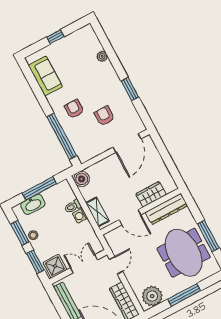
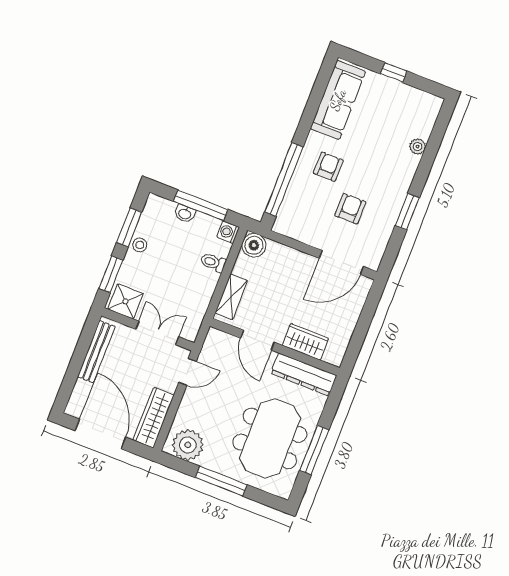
sofa: (45, 76) -> (338, 100), width x1.36
washbasin: (33, 204) -> (185, 214), width x0.52, depth x0.69
washing machine: (80, 216) -> (228, 232), moved

